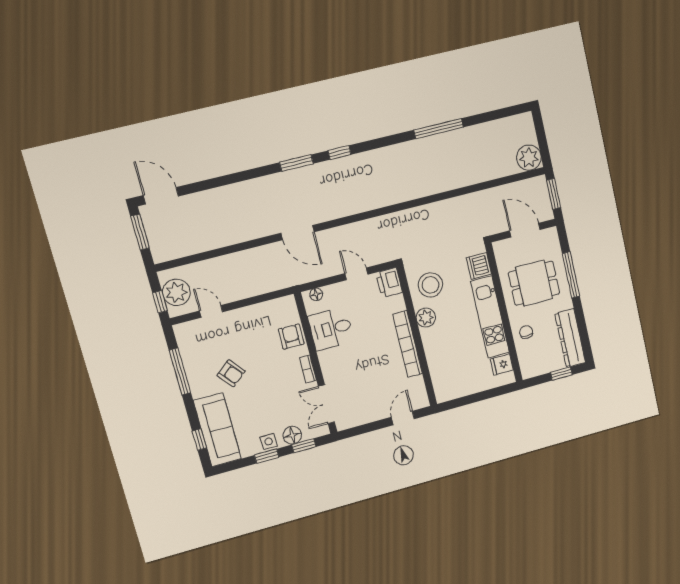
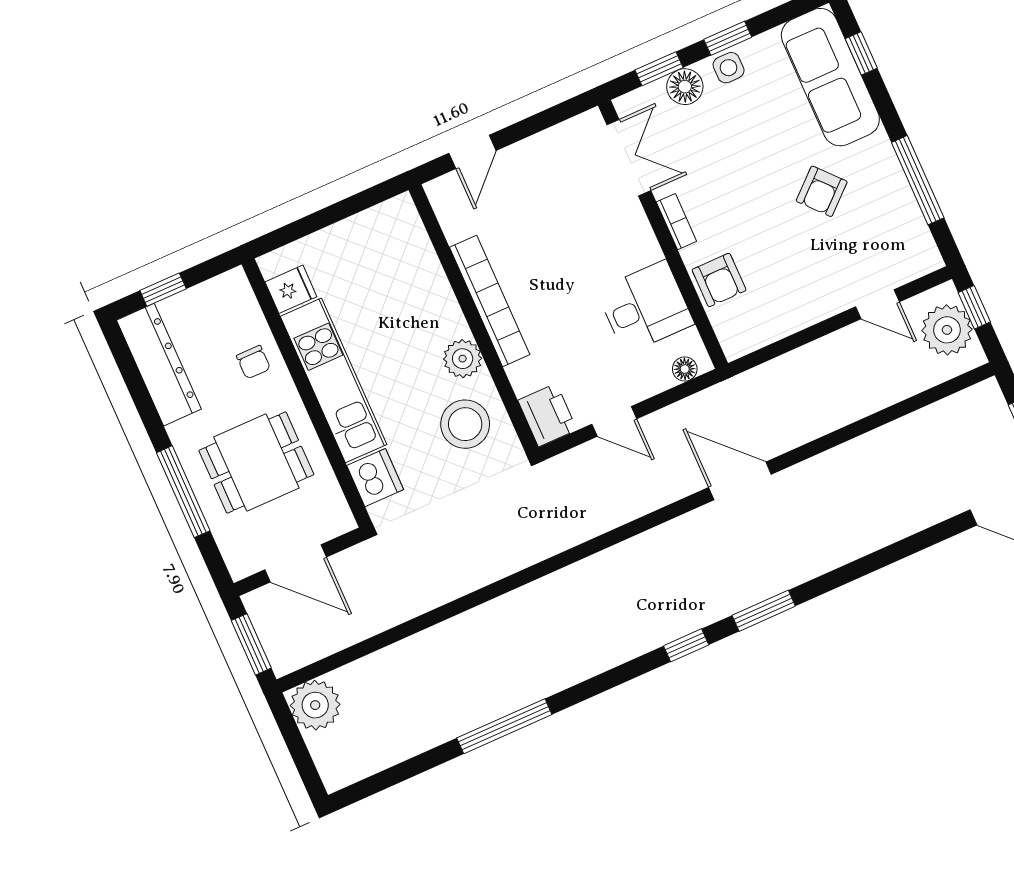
armchair: (231, 373) -> (822, 191), turned -93

